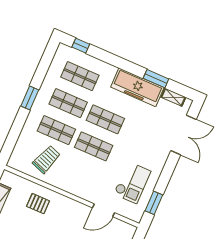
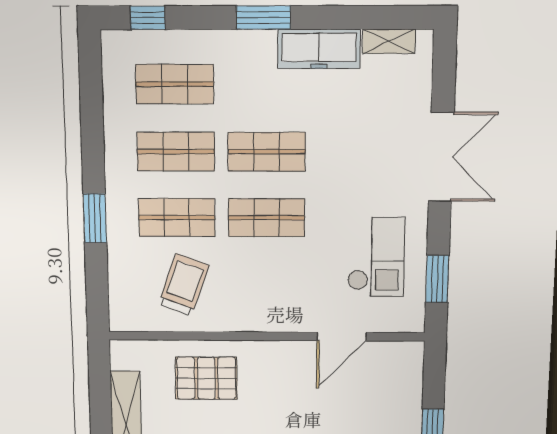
window: (156, 79) -> (263, 18), moved
freezer: (137, 87) -> (319, 49), width x0.73, depth x0.79
window: (30, 98) -> (95, 218), moved
double door: (184, 135) -> (441, 157), moved
pallet: (38, 204) -> (206, 378), width x1.50, depth x1.42

